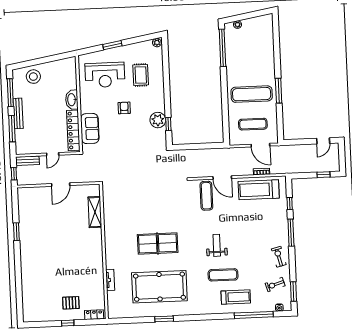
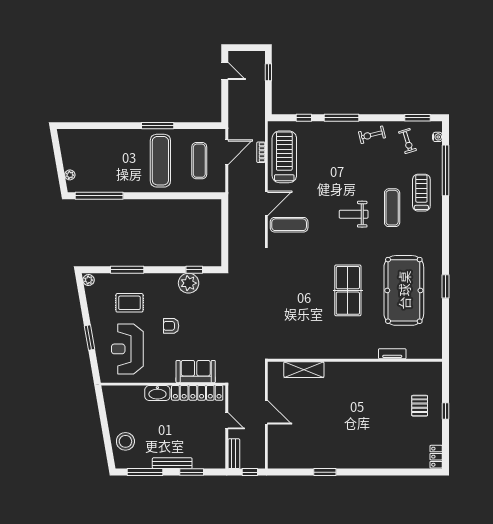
window: (166, 72) -> (127, 270), added
reception desk: (105, 75) -> (127, 349), turned 180
window: (12, 129) -> (192, 472), width x0.69
treadmill: (259, 190) -> (284, 157), turned 180
locker: (94, 315) -> (436, 457), moved

